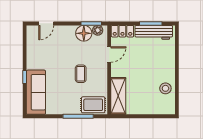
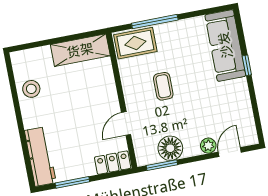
plant: (98, 30) -> (208, 146), moved
workbench: (154, 32) -> (40, 157), moved, turned 90
shelving: (118, 96) -> (80, 50), moved, turned 90

